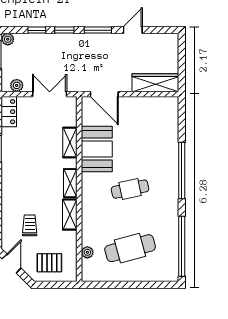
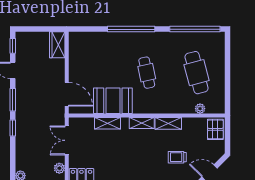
window: (37, 30) -> (13, 46), moved
wardrobe: (155, 83) -> (57, 45), width x0.67
door: (104, 94) -> (67, 94), hinge flipped
pallet: (49, 263) -> (215, 129), moved

